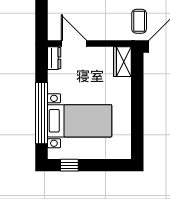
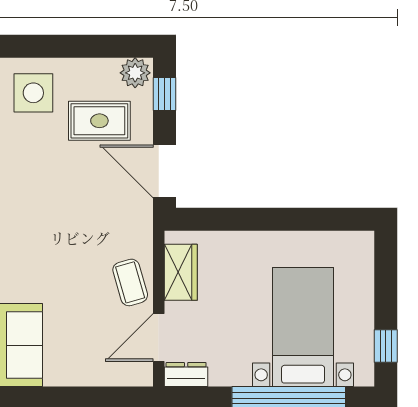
coffee table: (139, 21) -> (130, 282), moved, turned 74
wardrobe: (122, 62) -> (181, 272), moved, turned -90

